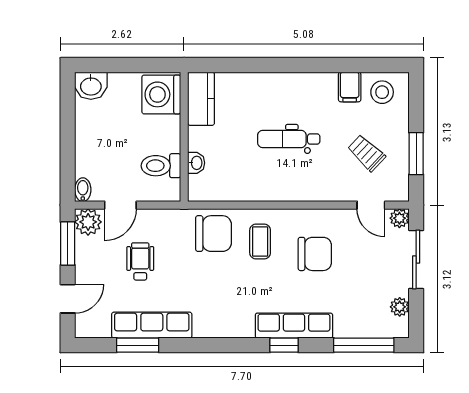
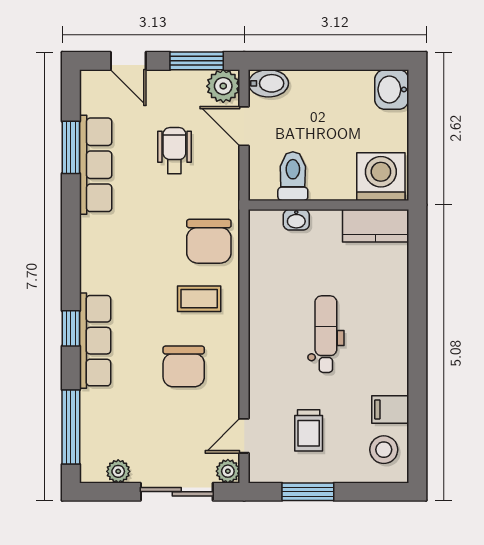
trolley: (366, 153) -> (309, 430), turned 137
bidet: (83, 190) -> (268, 83), width x1.38, depth x1.36
wheelchair: (140, 261) -> (174, 151), turned -90

